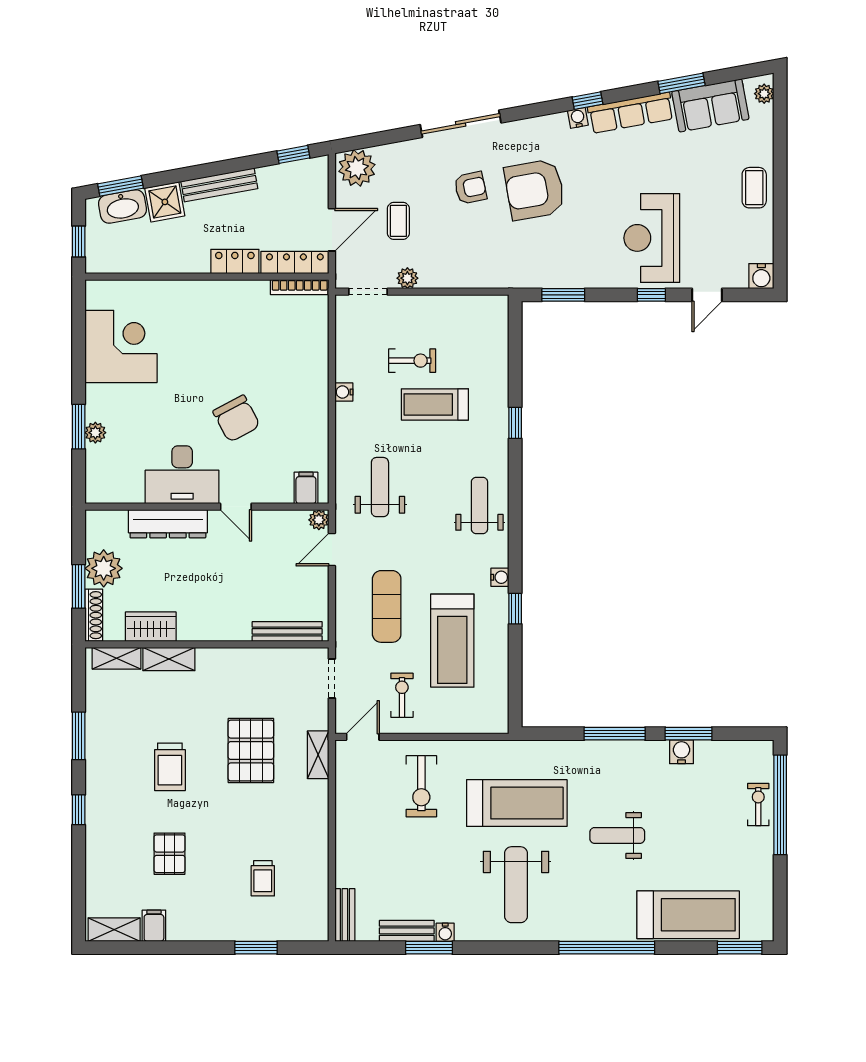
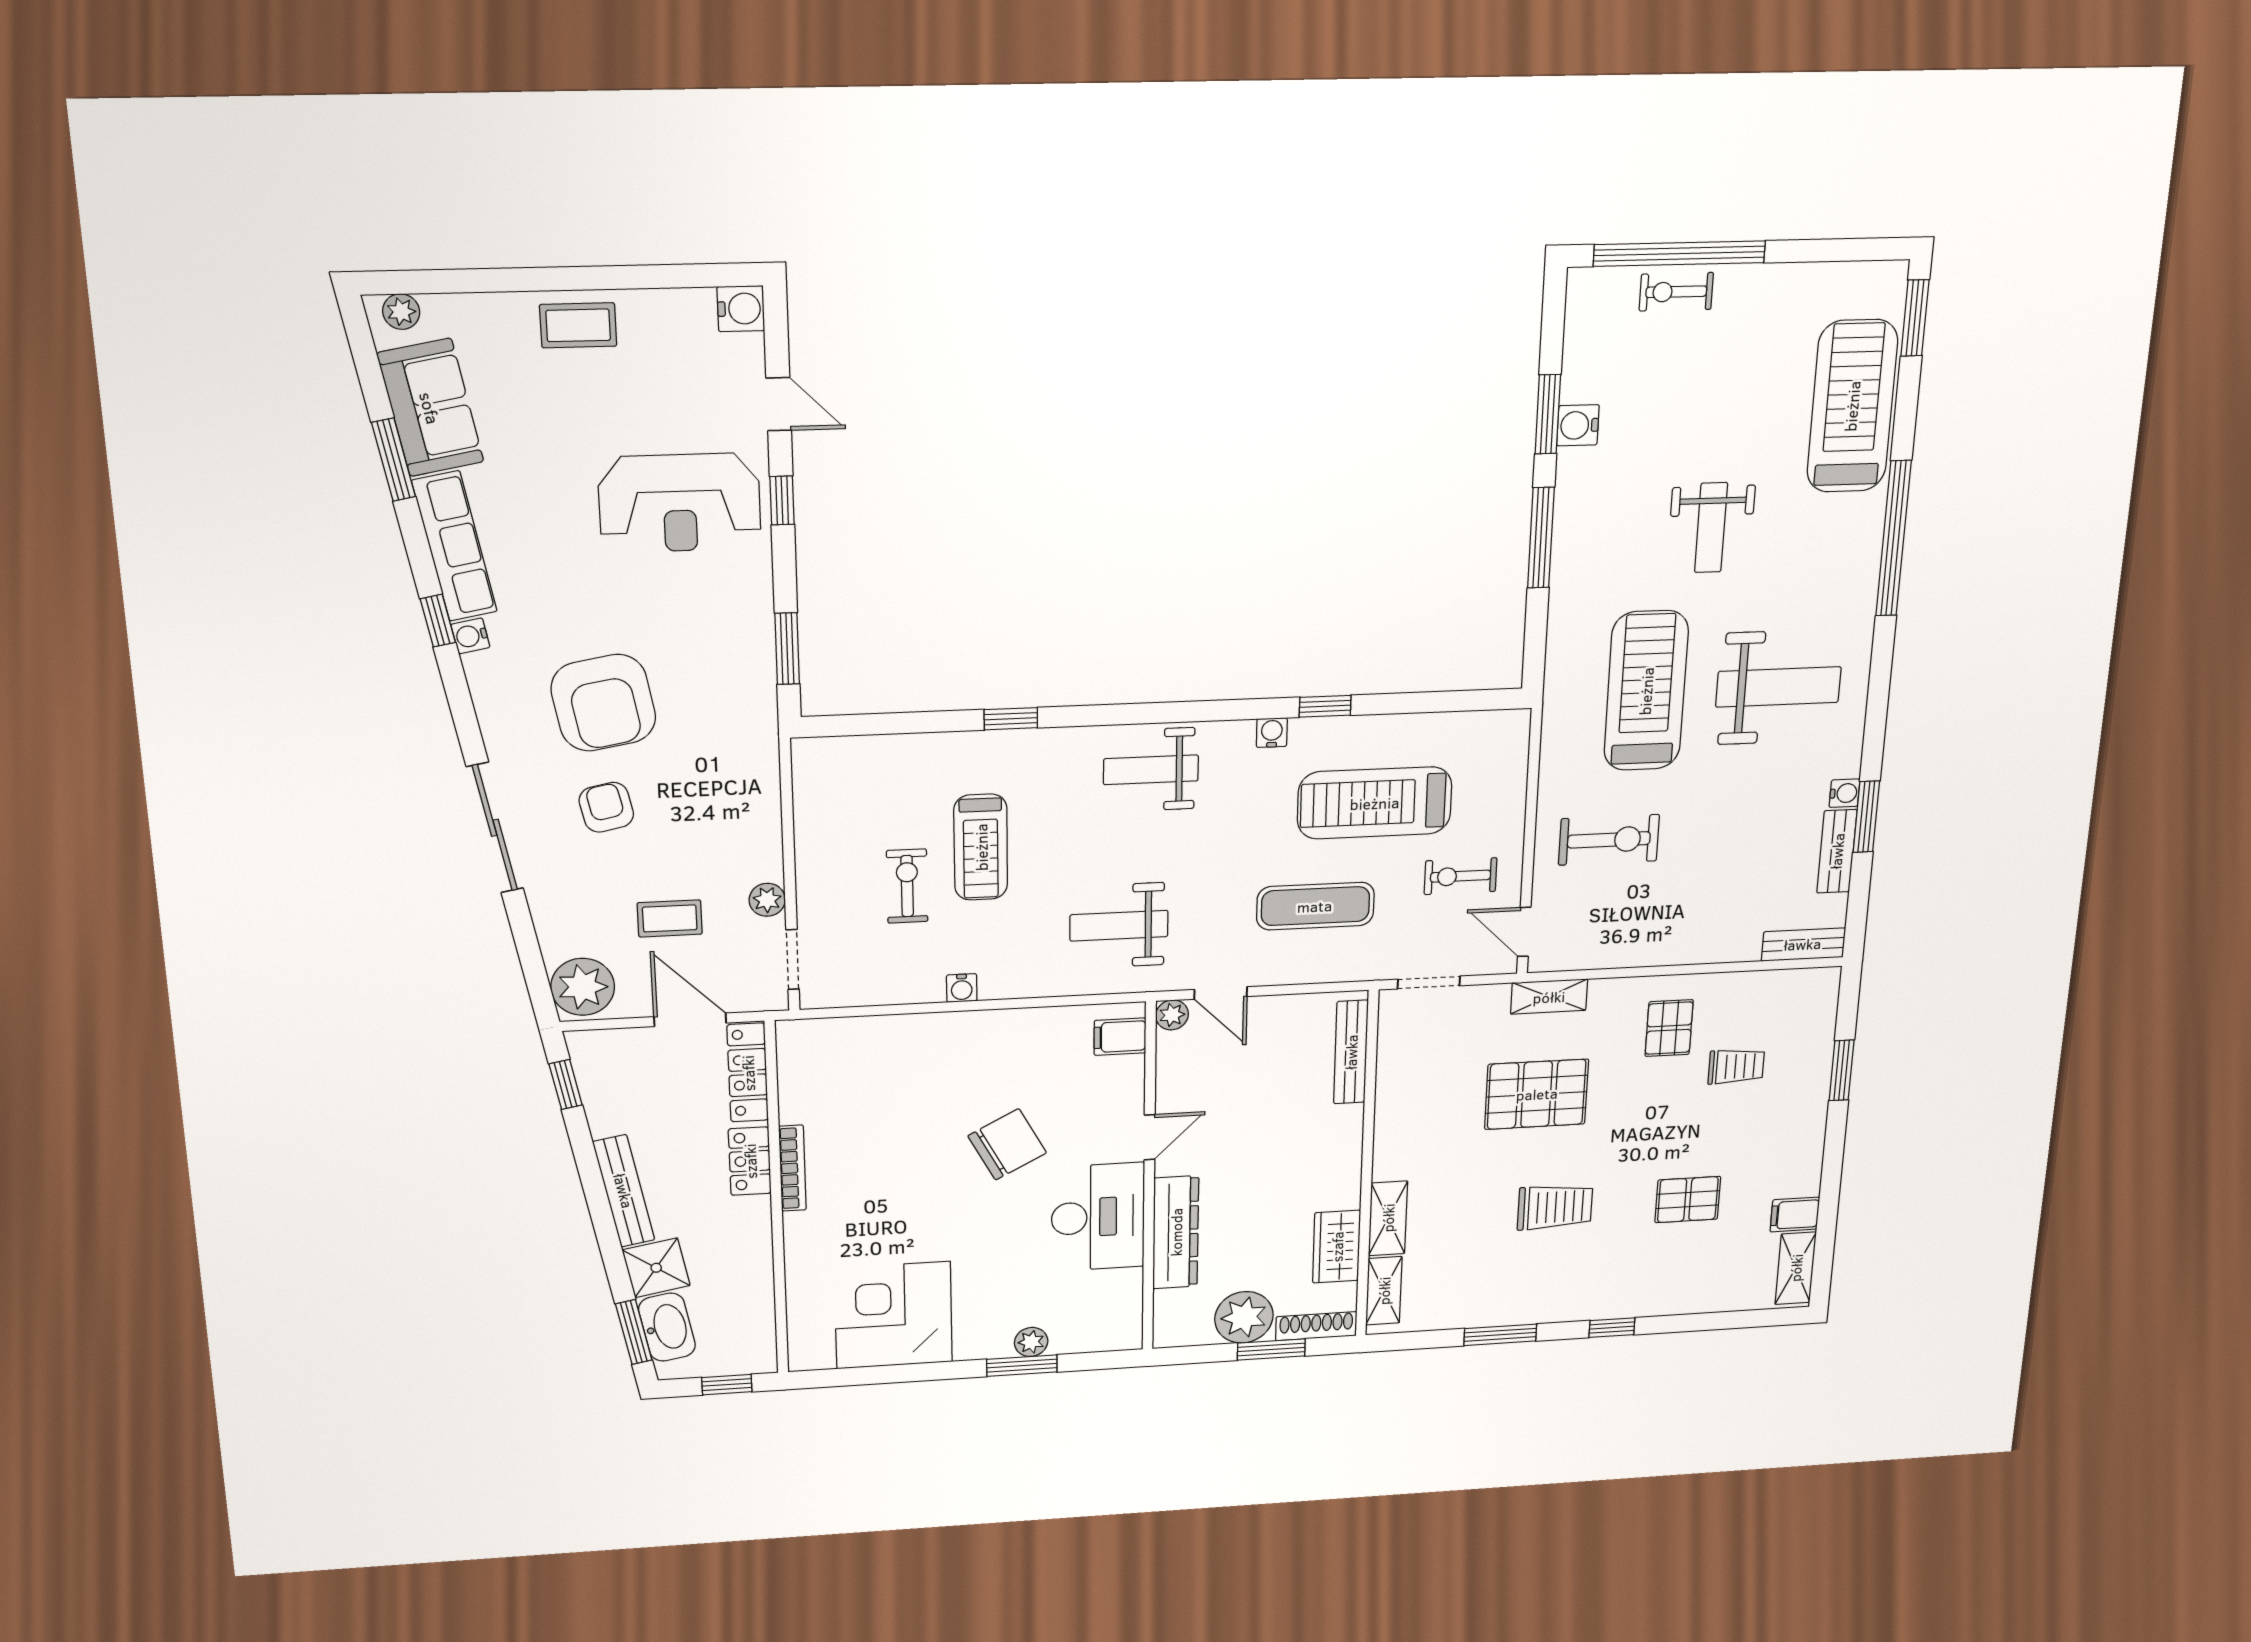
bookcase: (300, 287) -> (792, 1168), moved
treadmill: (452, 641) -> (1375, 803), turned 180
pallet: (292, 833) -> (1669, 1028), added

